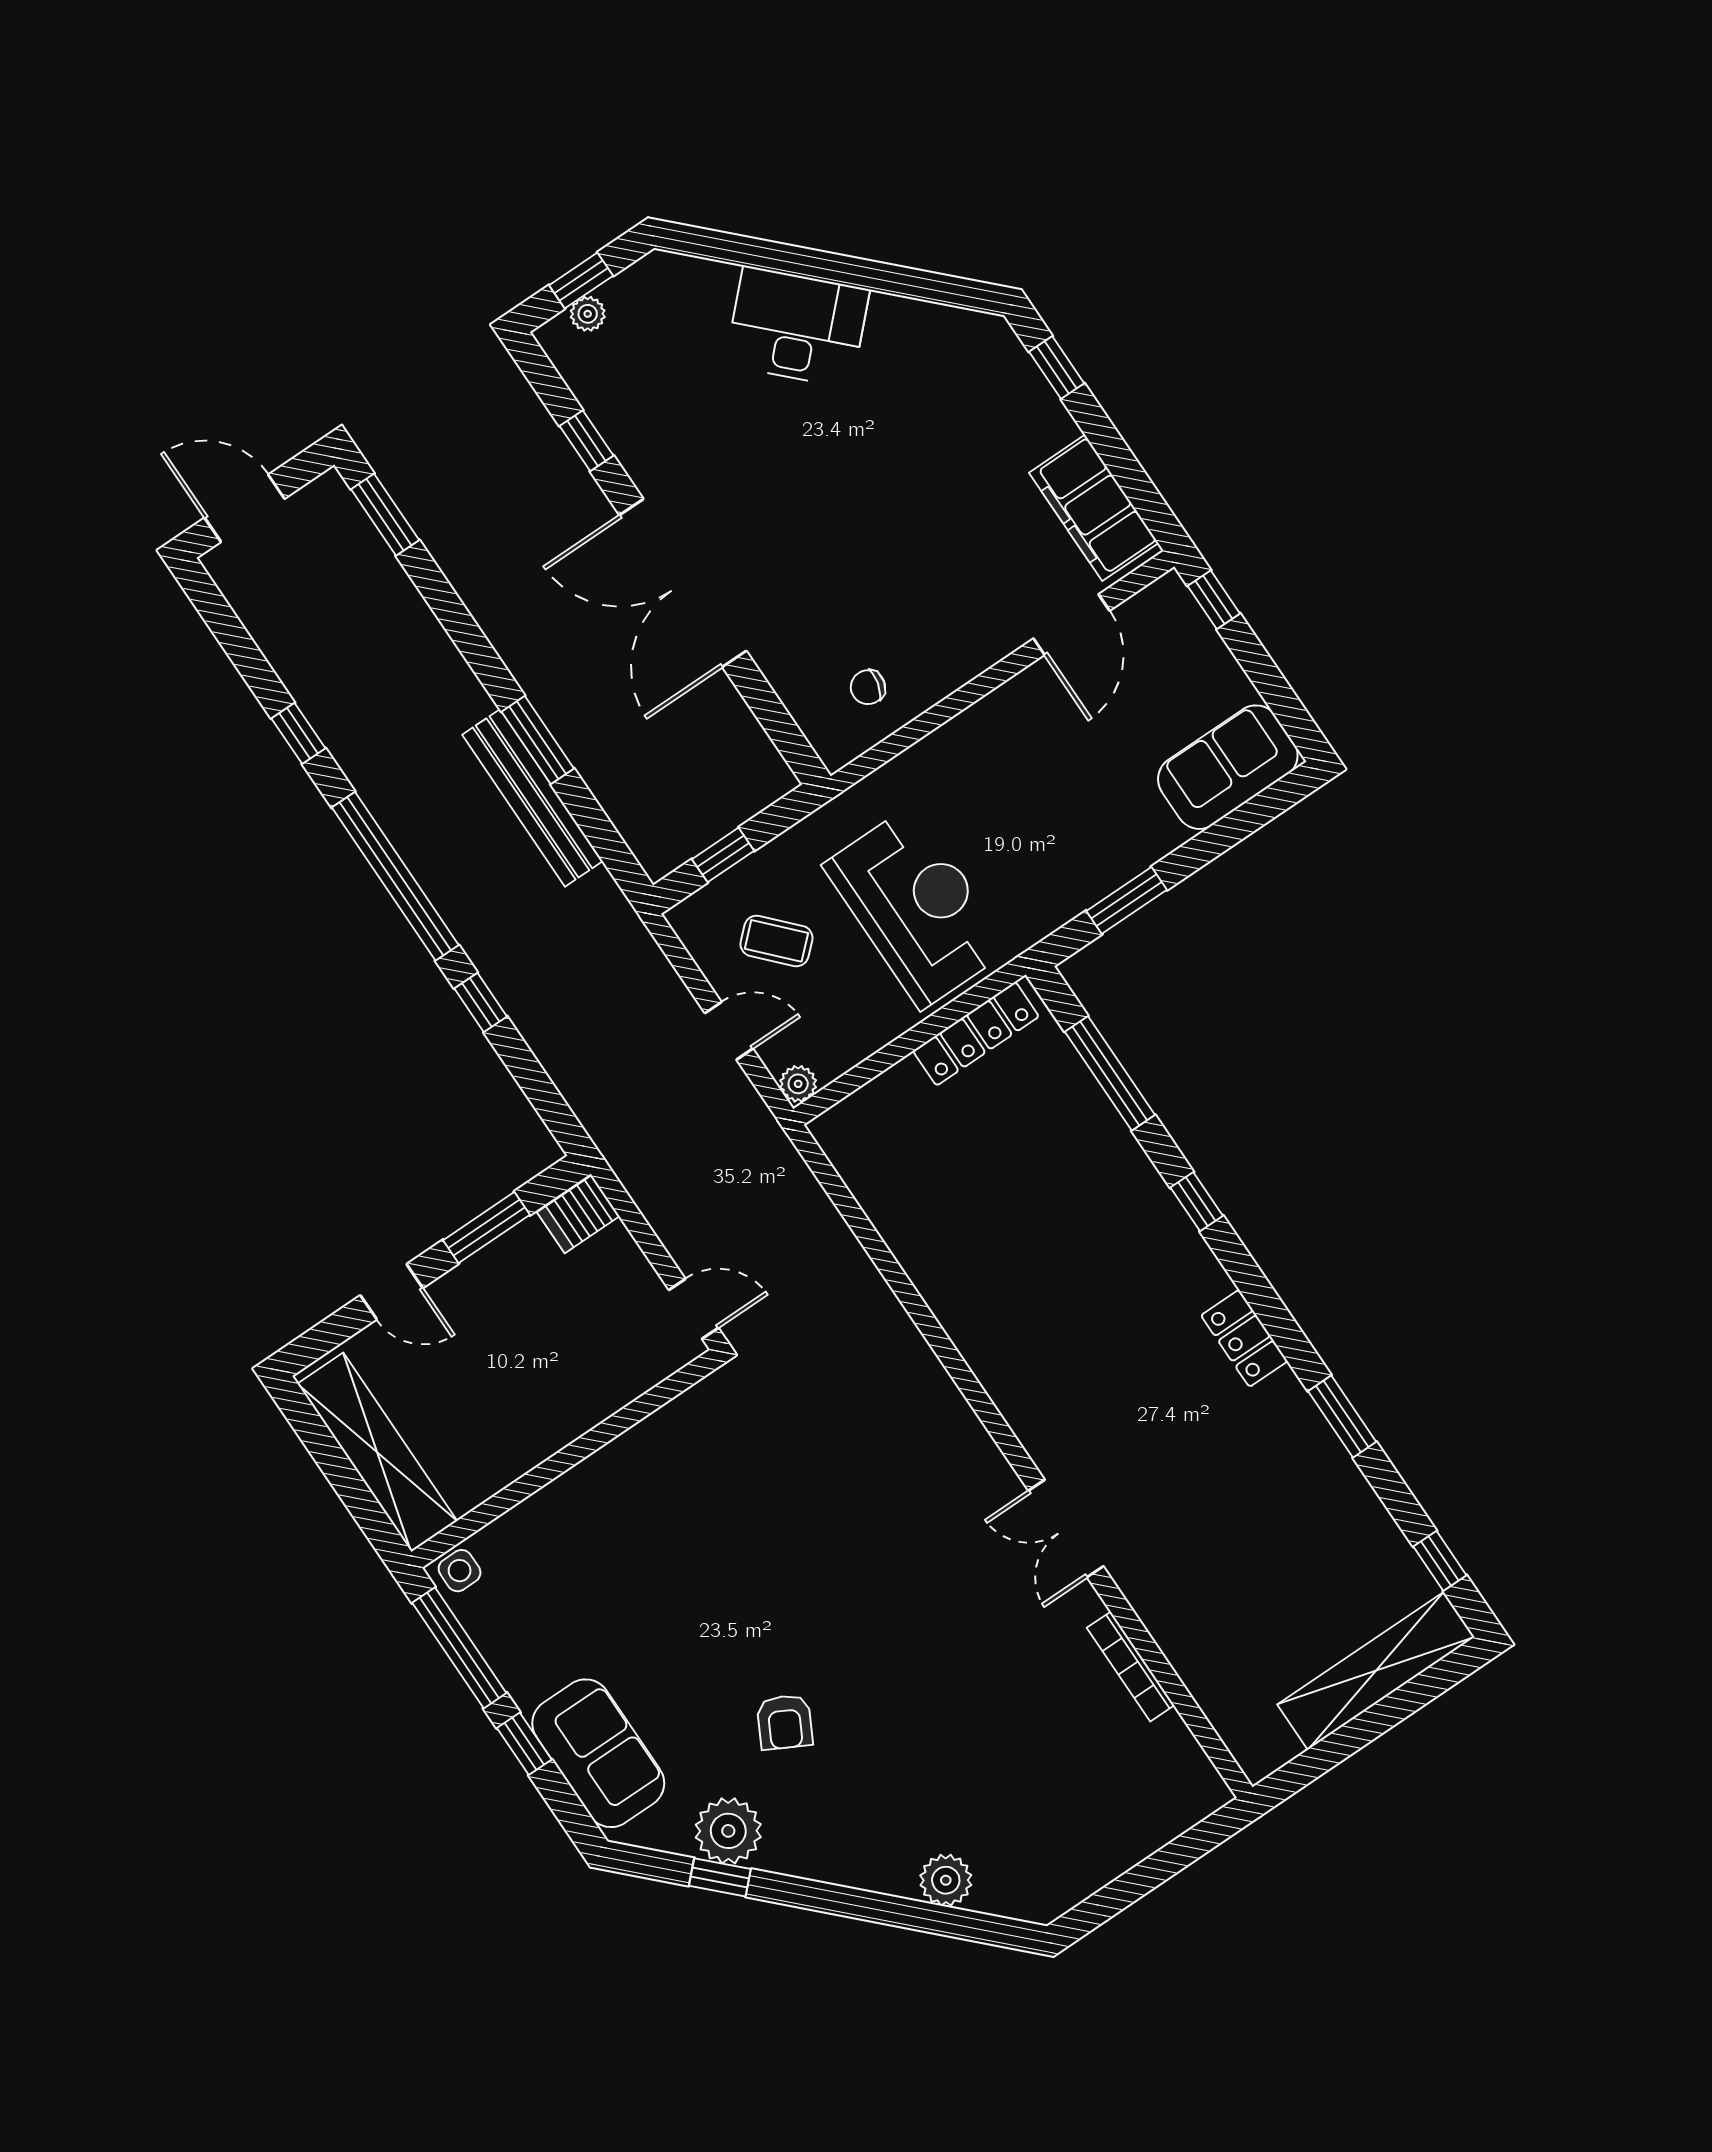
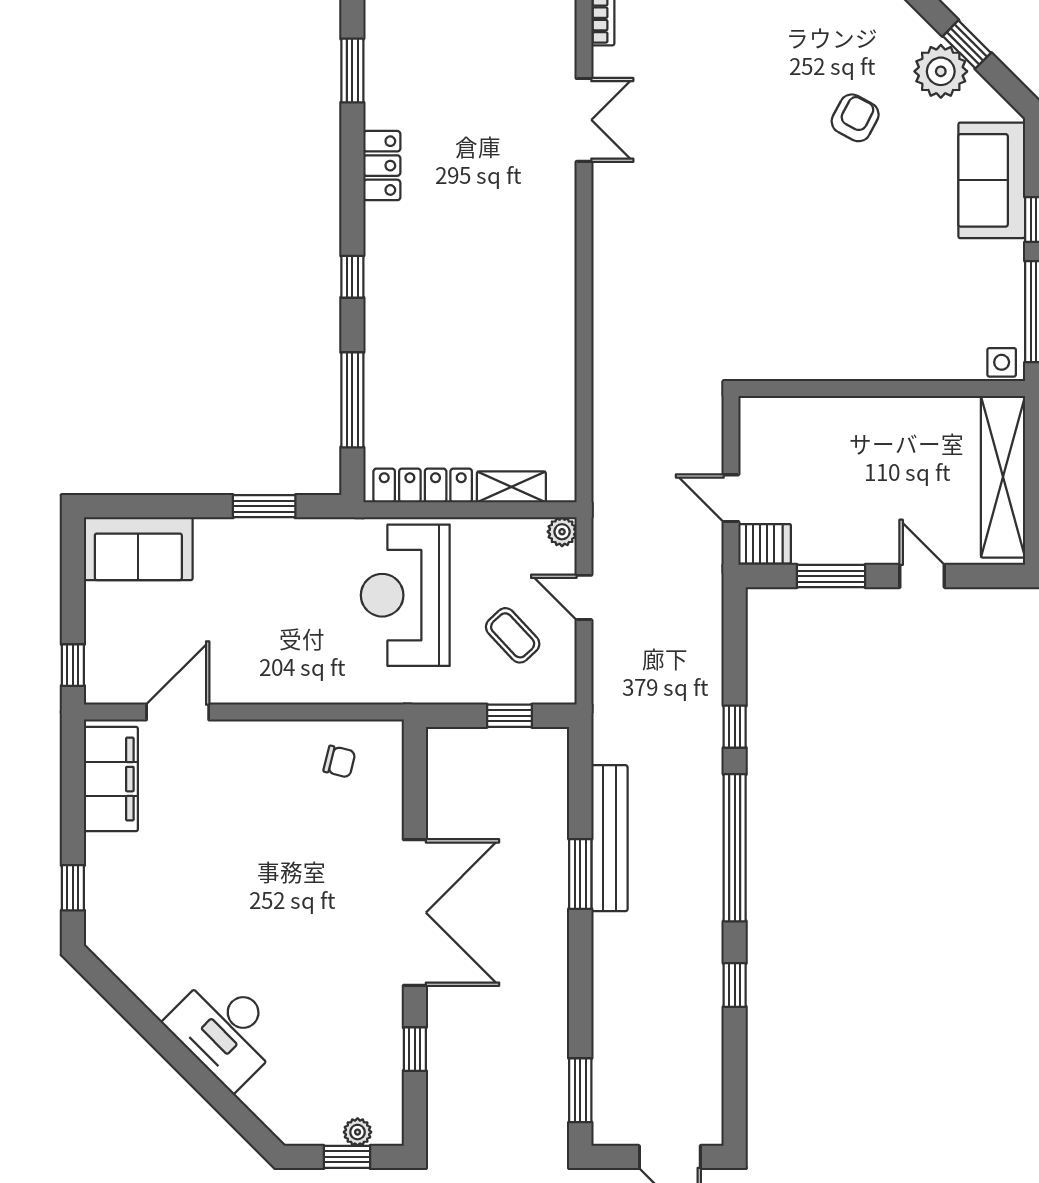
shelving: (882, 1095) -> (511, 487), added
door: (694, 1309) -> (731, 498), moved

